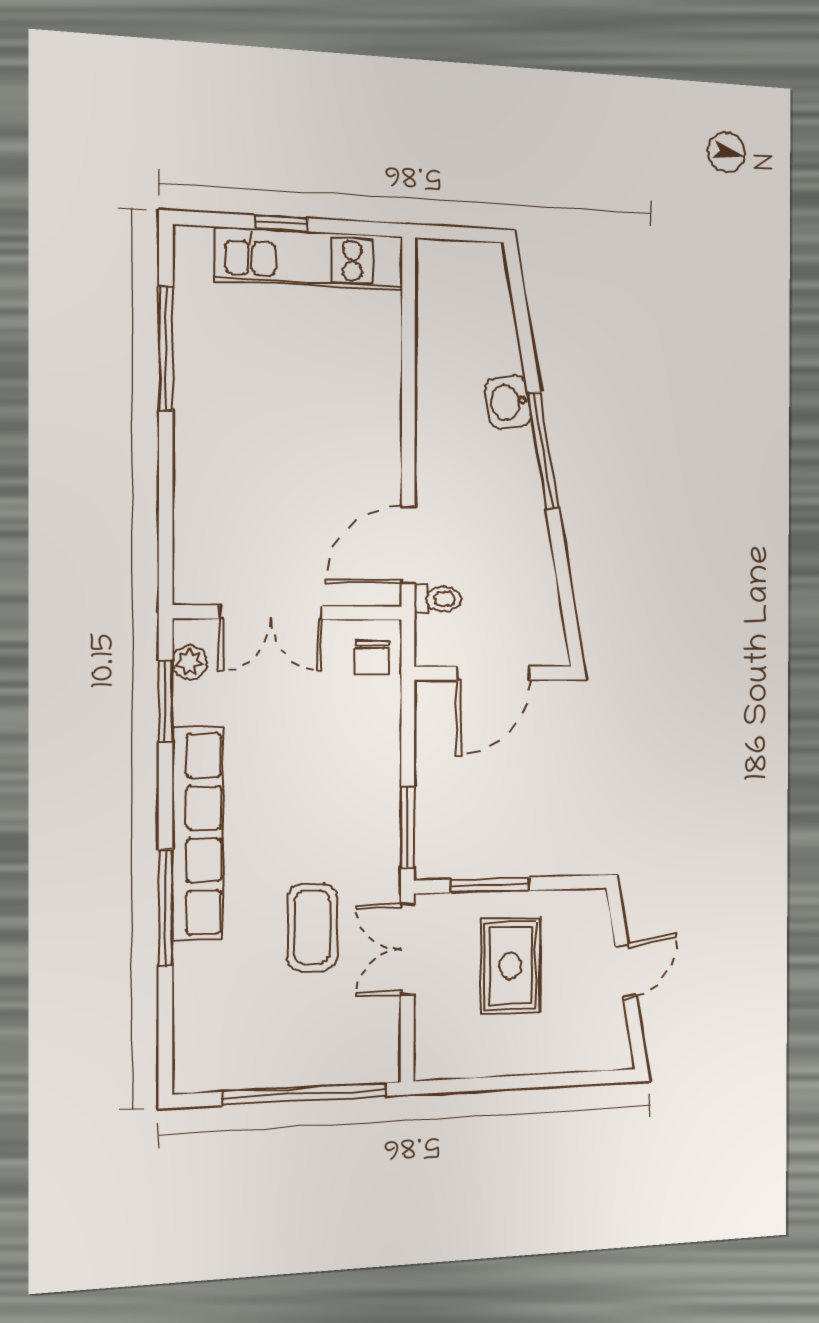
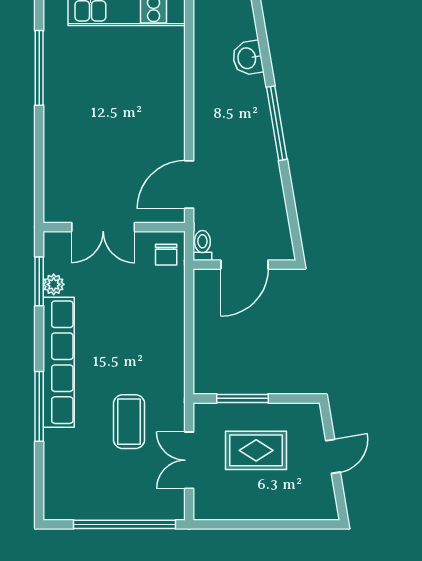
washbasin: (508, 402) -> (248, 58), moved
toilet: (438, 599) -> (202, 245), moved, turned -90
plant: (190, 662) -> (54, 284), moved
window: (408, 827) -> (189, 361), removed
double door: (407, 949) -> (189, 460), moved
rug: (510, 966) -> (256, 450), turned 90

